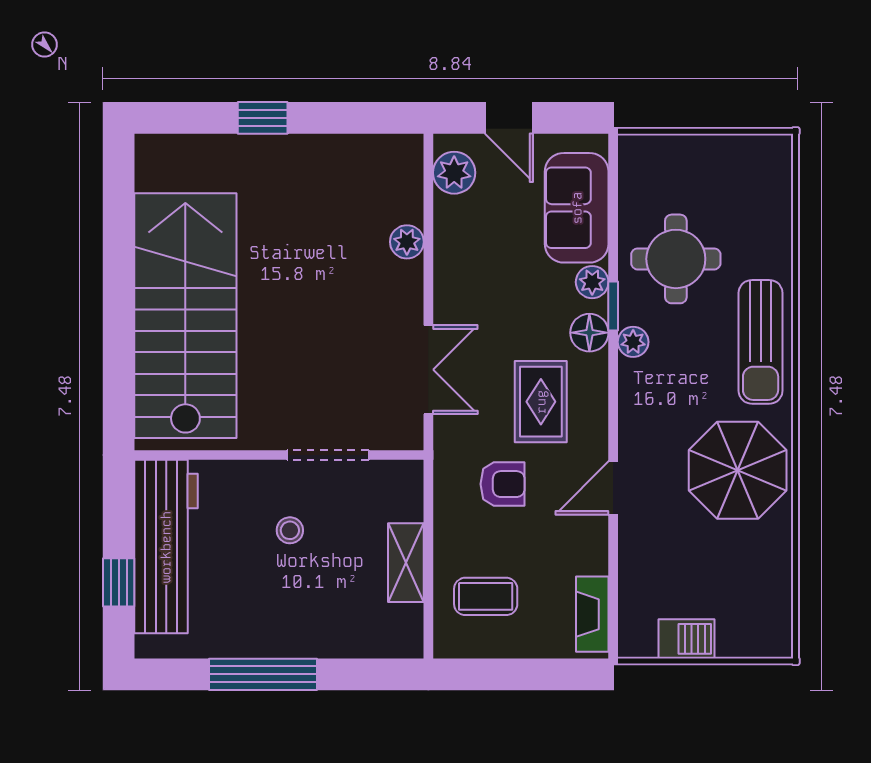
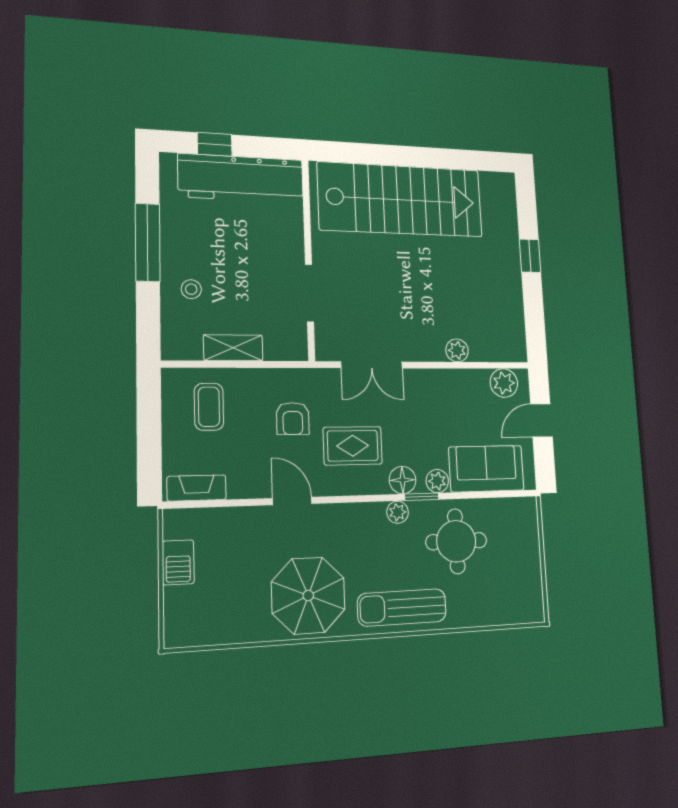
stool: (290, 530) -> (191, 289), moved

